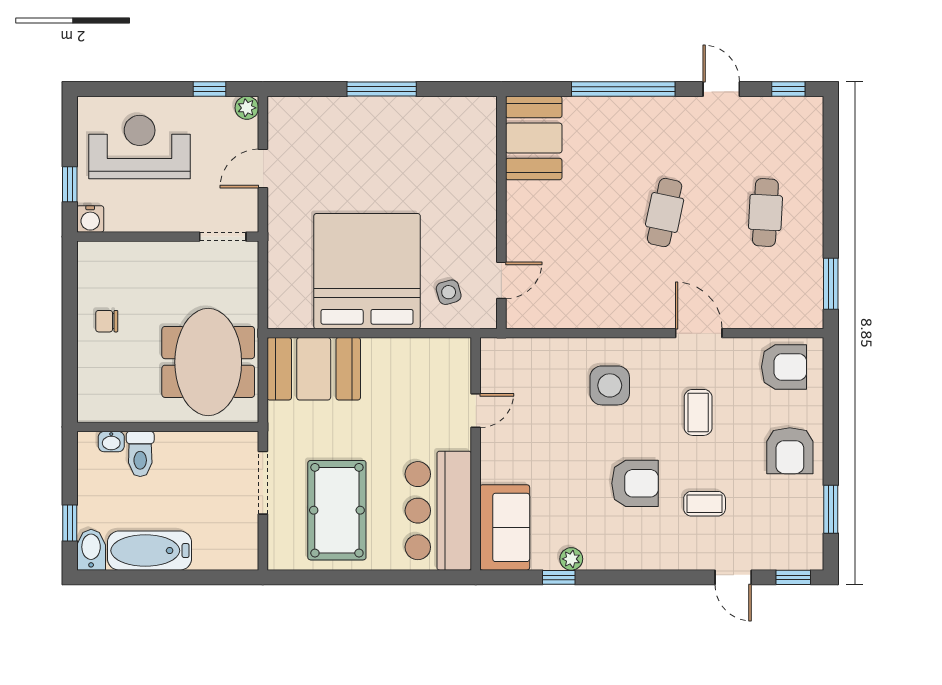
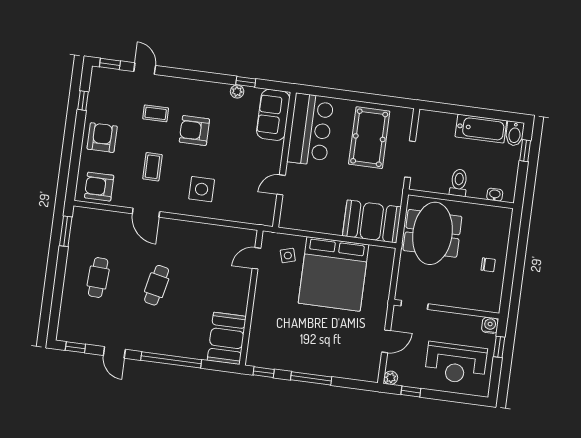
window: (464, 89) -> (264, 372), added
toilet: (140, 454) -> (459, 183), moved
window: (831, 509) -> (83, 101), width x0.67

